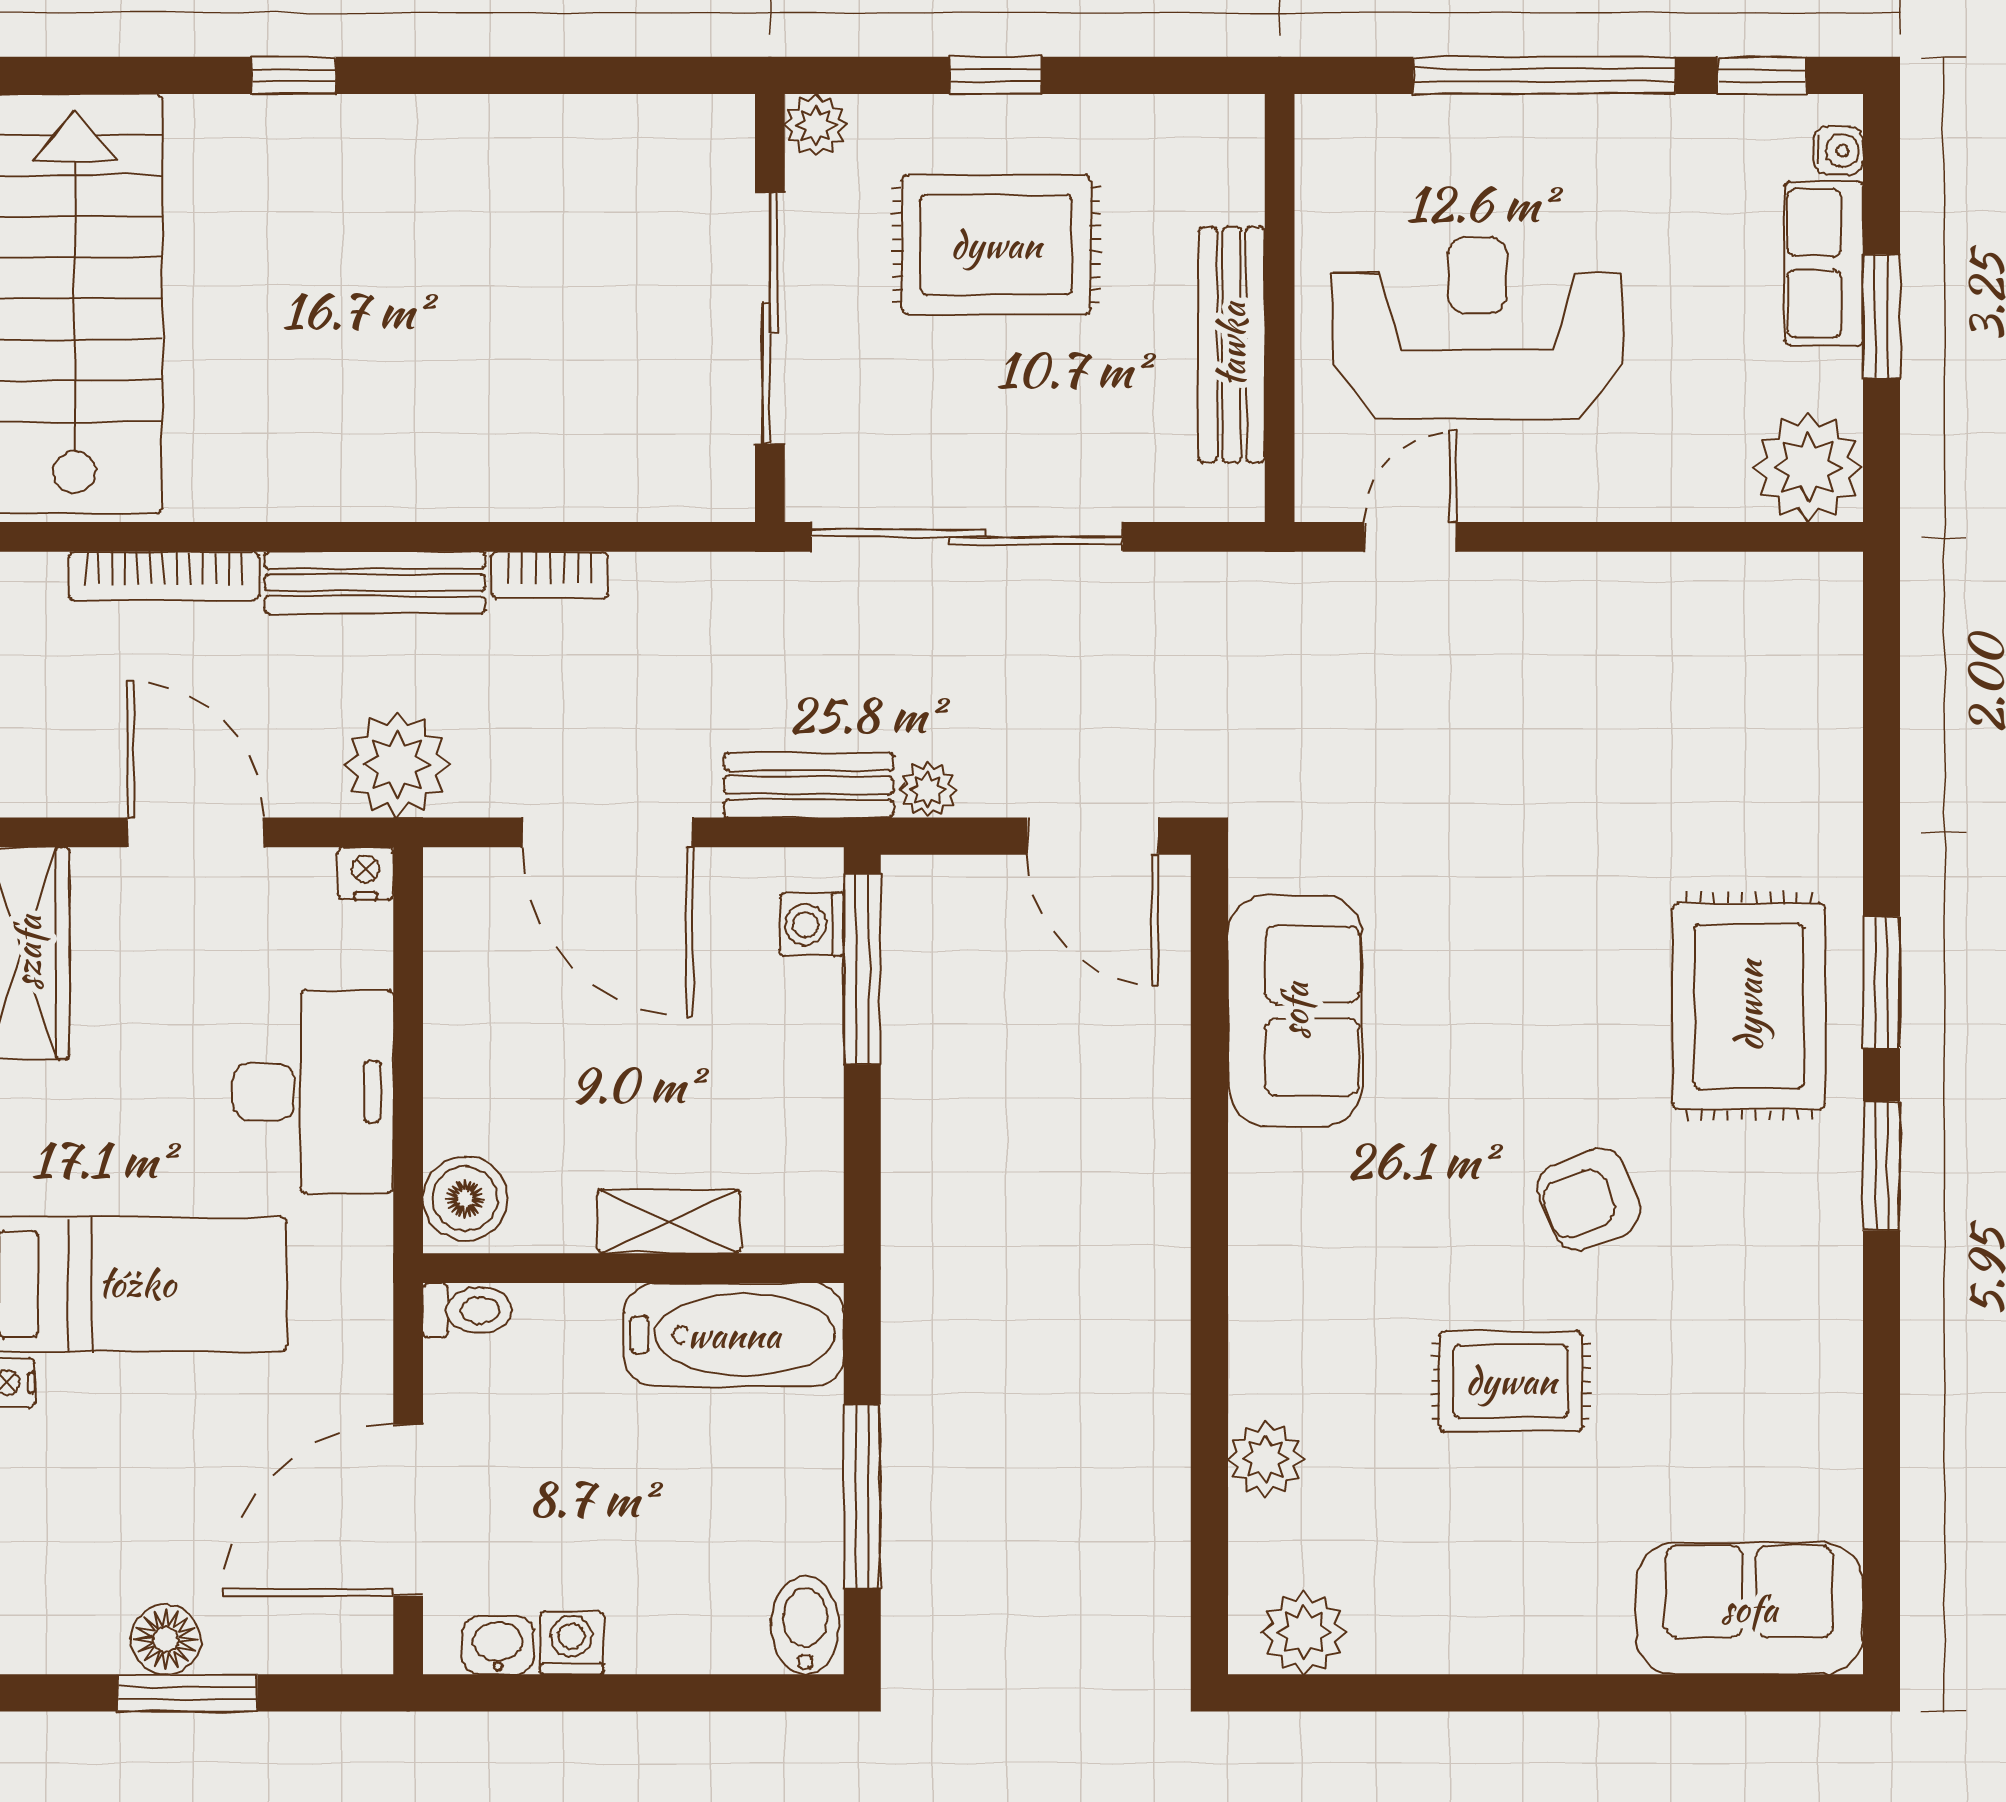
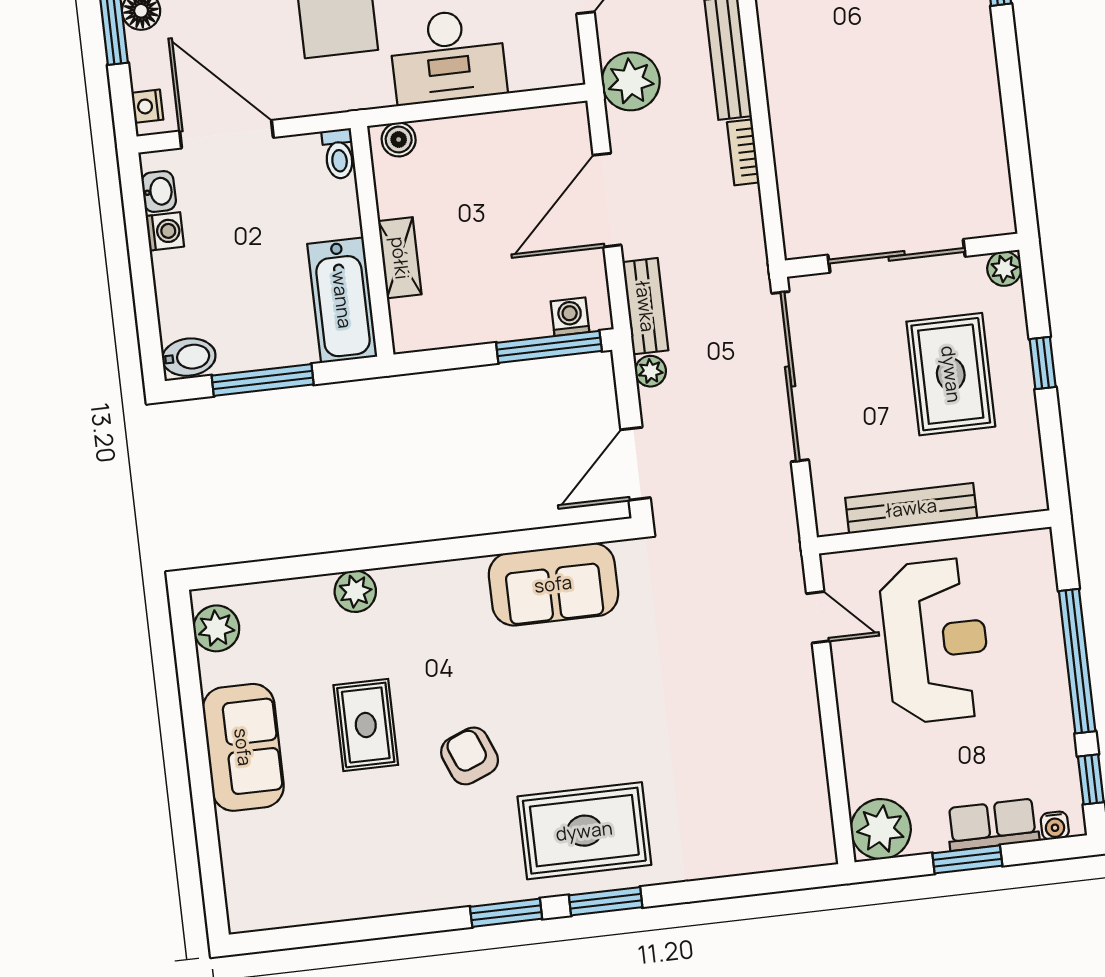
nightstand: (366, 873) -> (147, 106), moved, turned 180
boiler: (465, 1198) -> (399, 139), width x0.73, depth x0.73
plant: (1266, 1459) -> (355, 591), moved
sofa: (1749, 1609) -> (243, 747), moved

